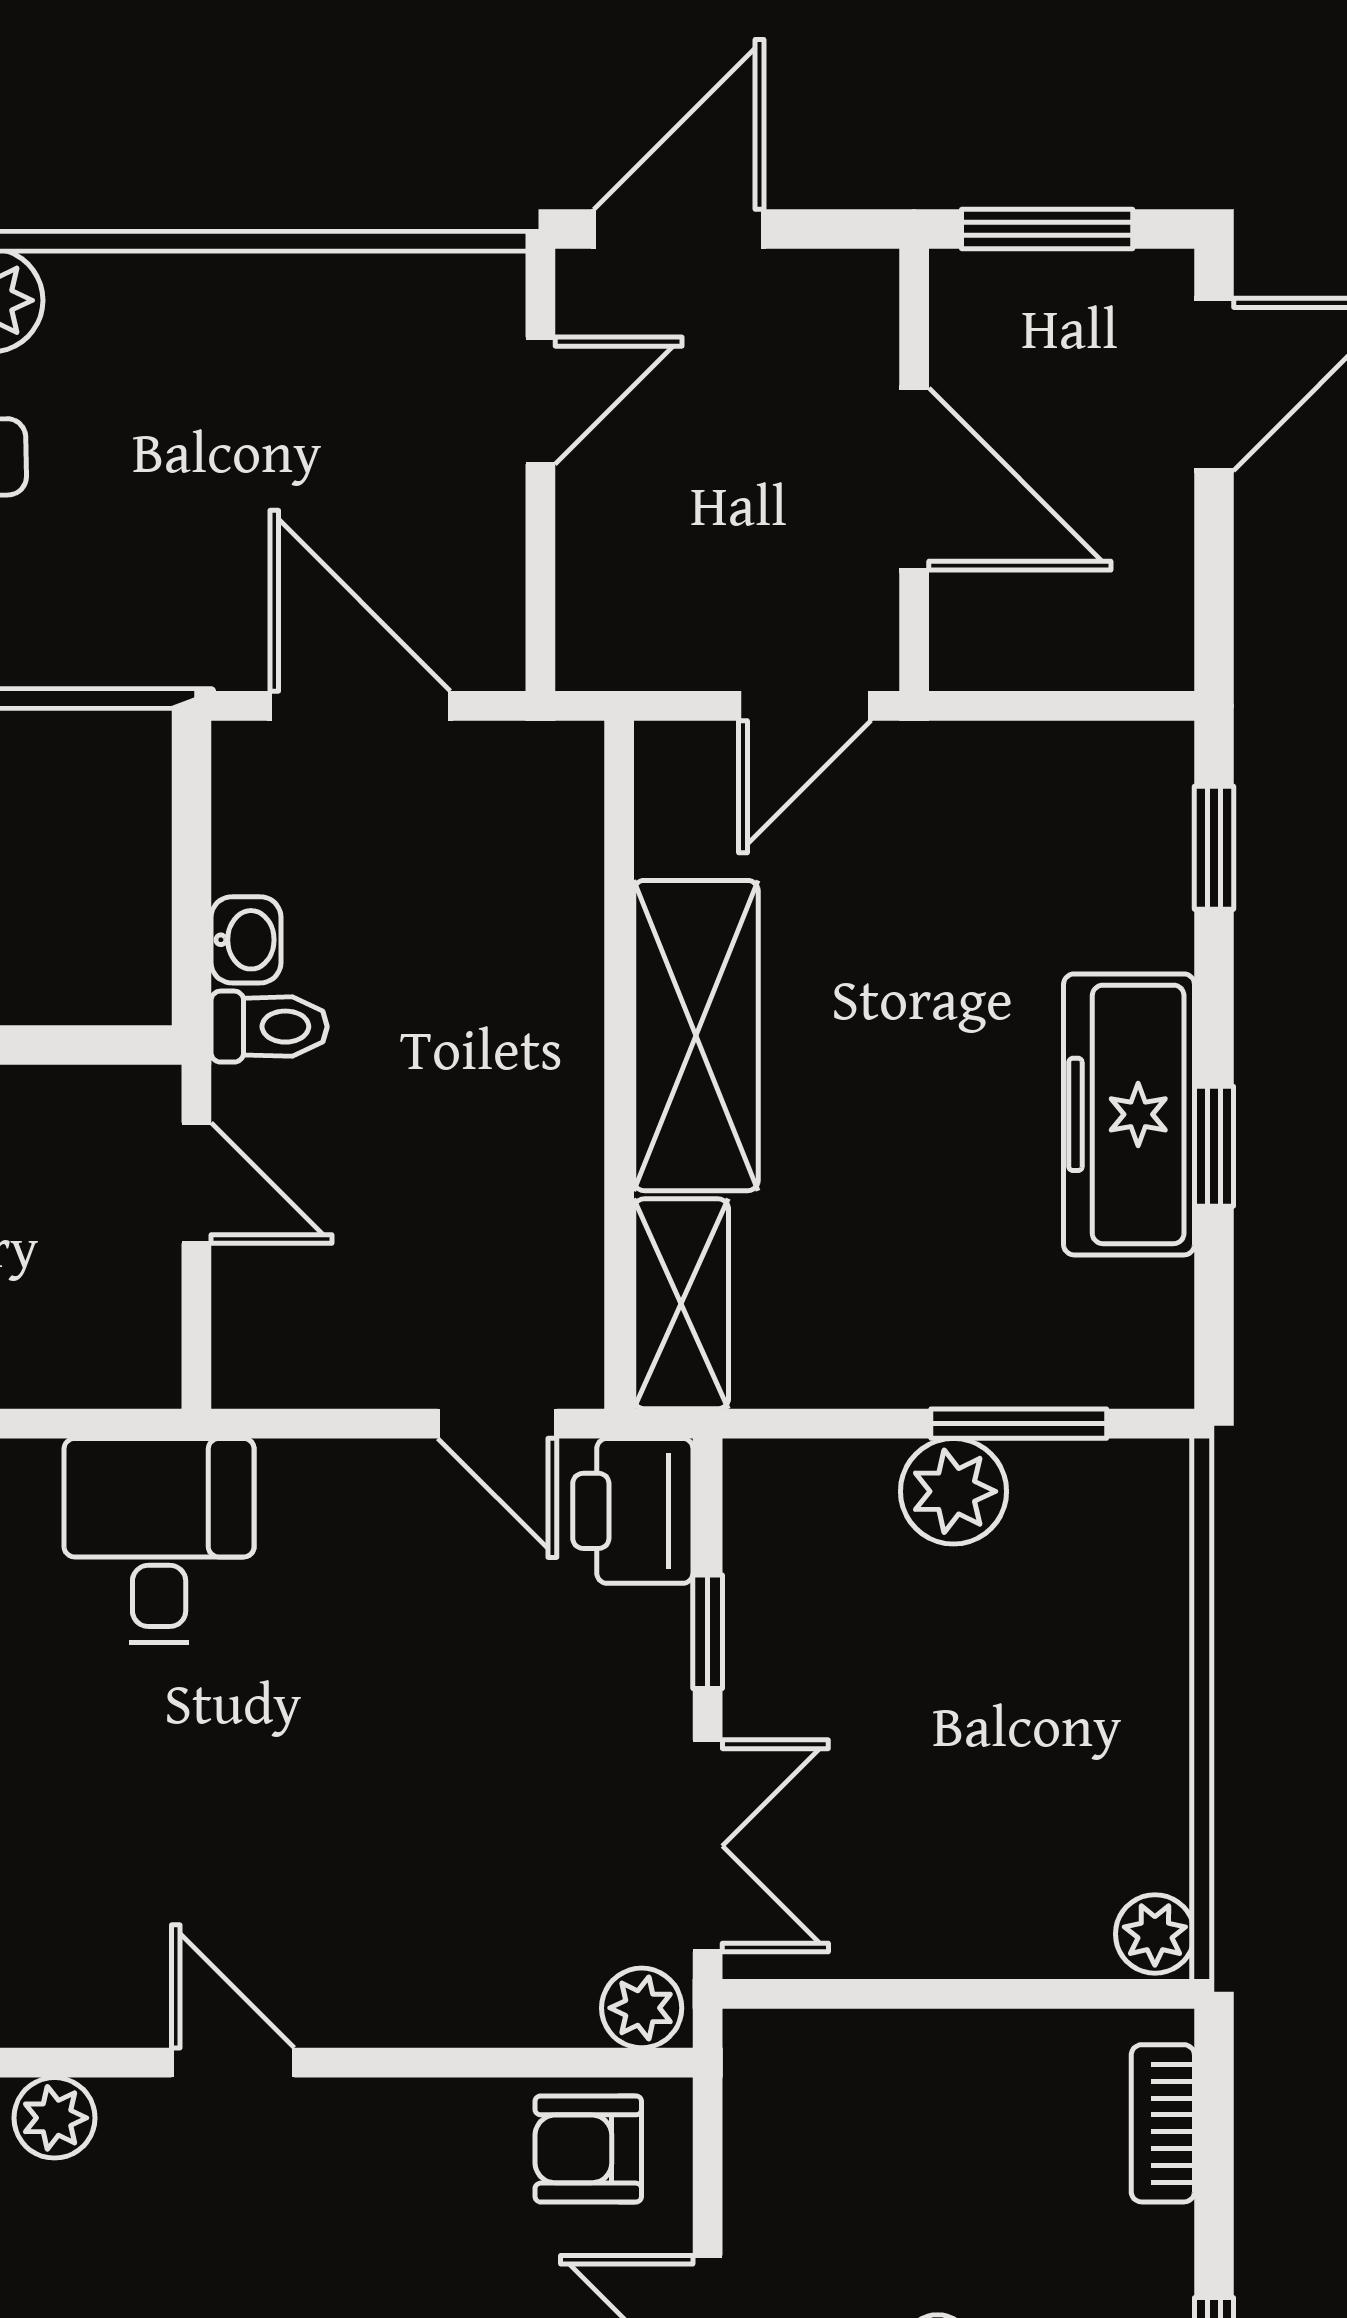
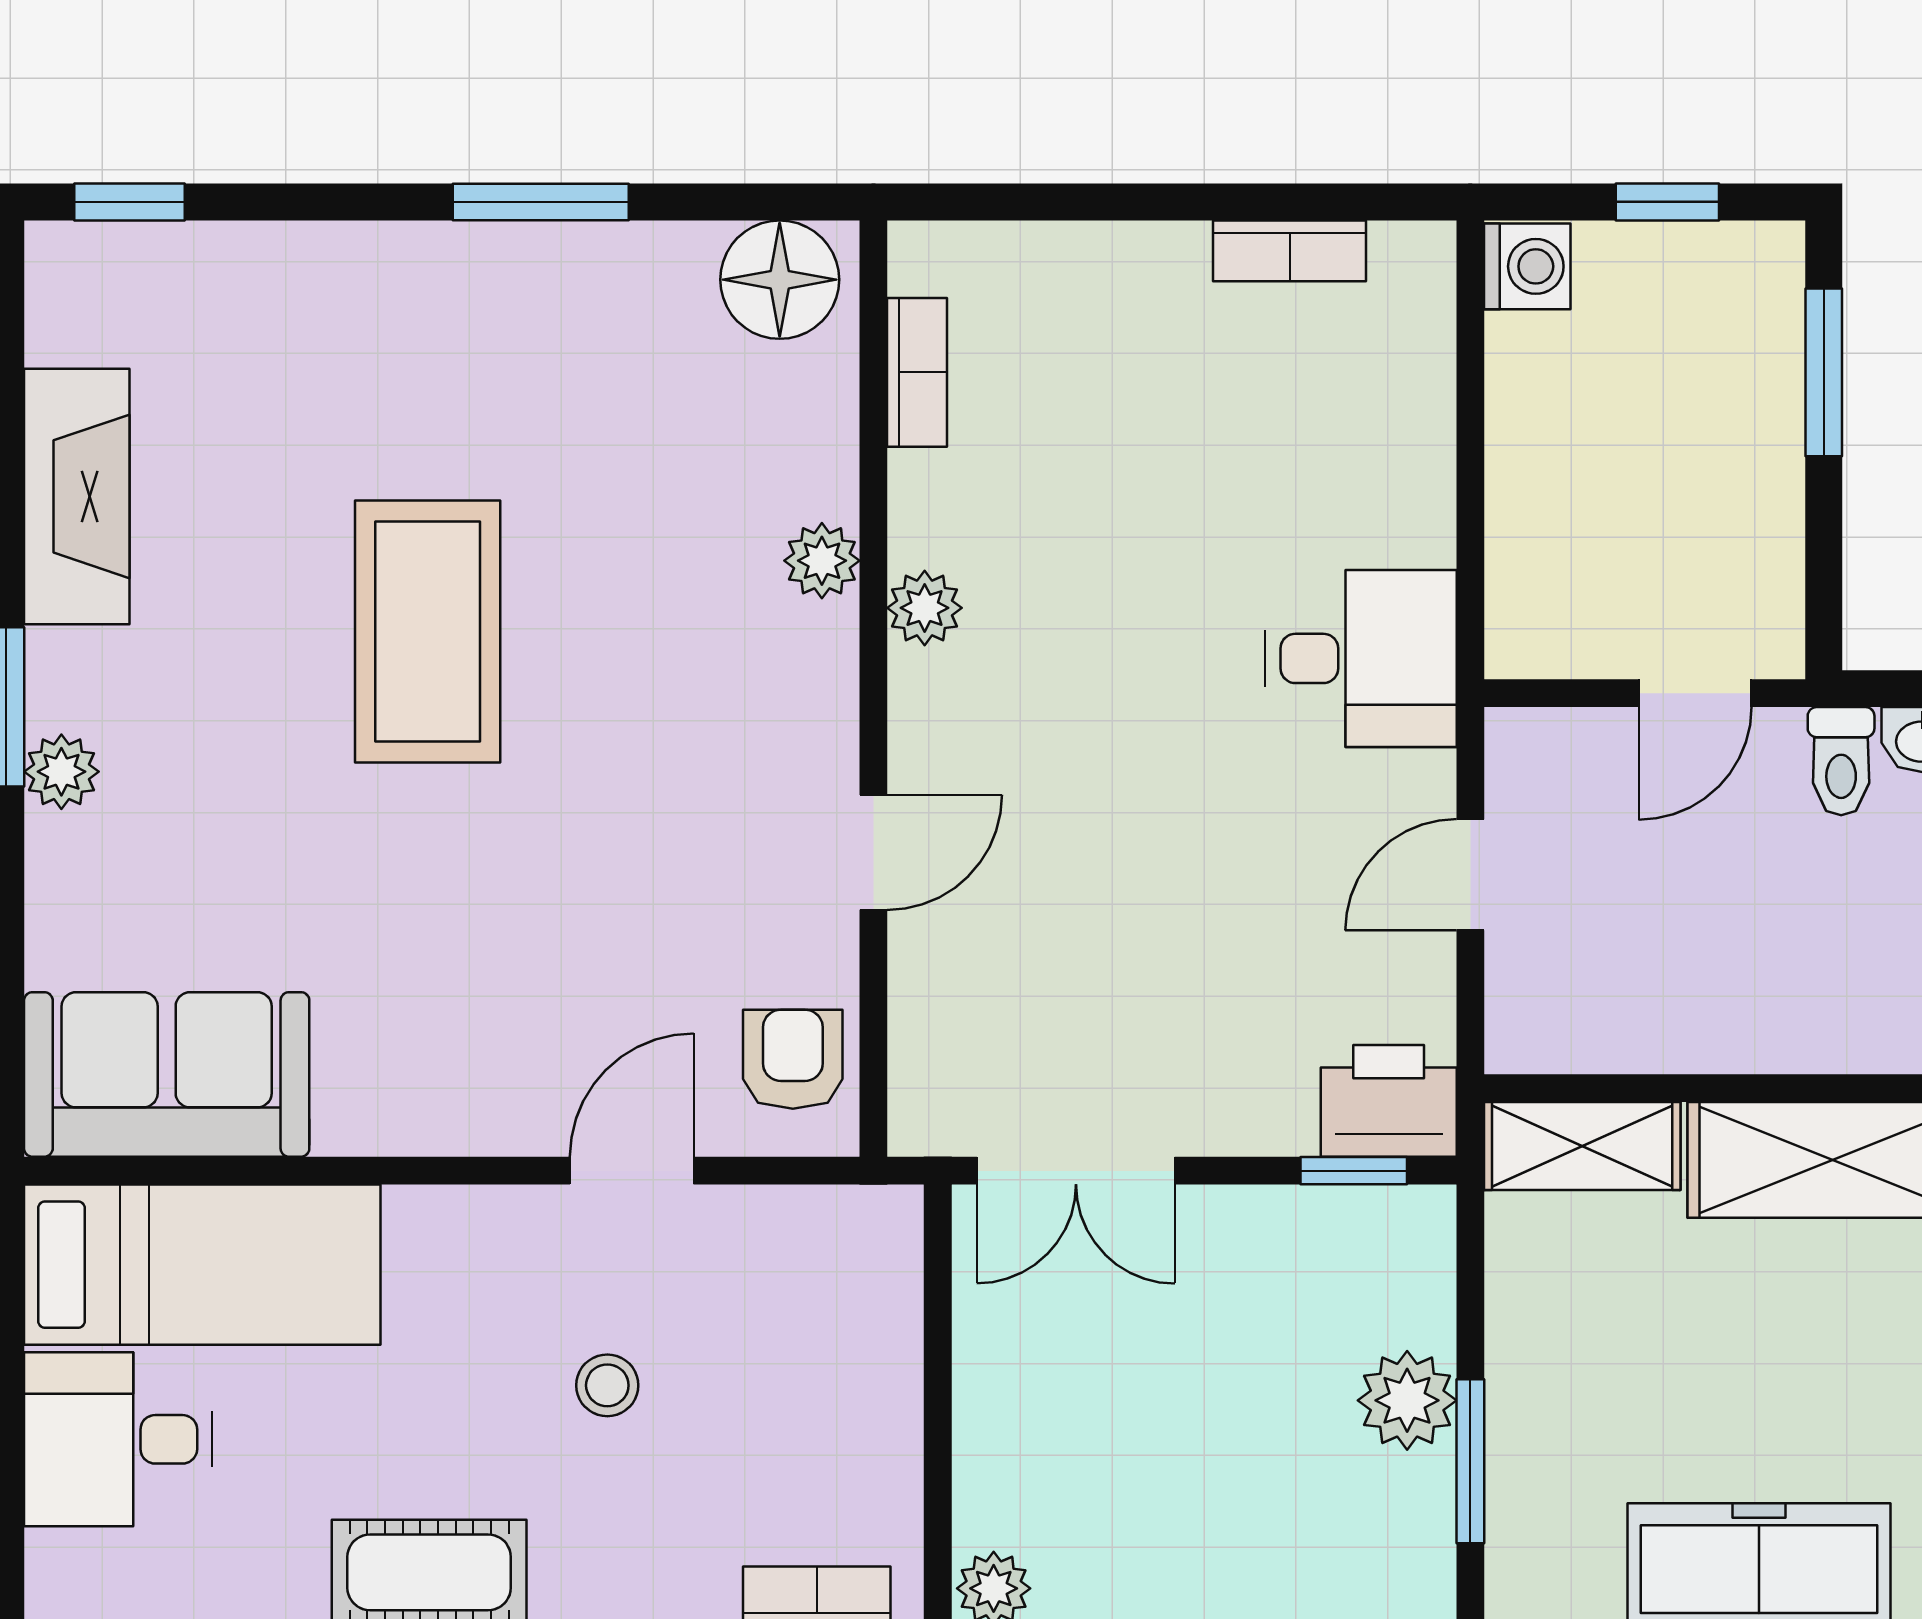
door: (497, 1424) -> (1470, 875), moved
window: (708, 1632) -> (1354, 1171), moved
plant: (642, 2008) -> (925, 608), moved
door: (233, 2063) -> (873, 852), moved

